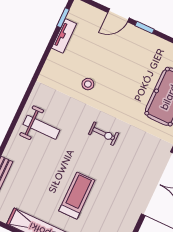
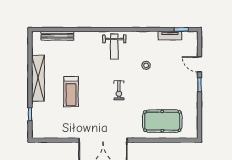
weight bench: (41, 127) -> (114, 47), moved
treadmill: (77, 196) -> (71, 92), turned 90

